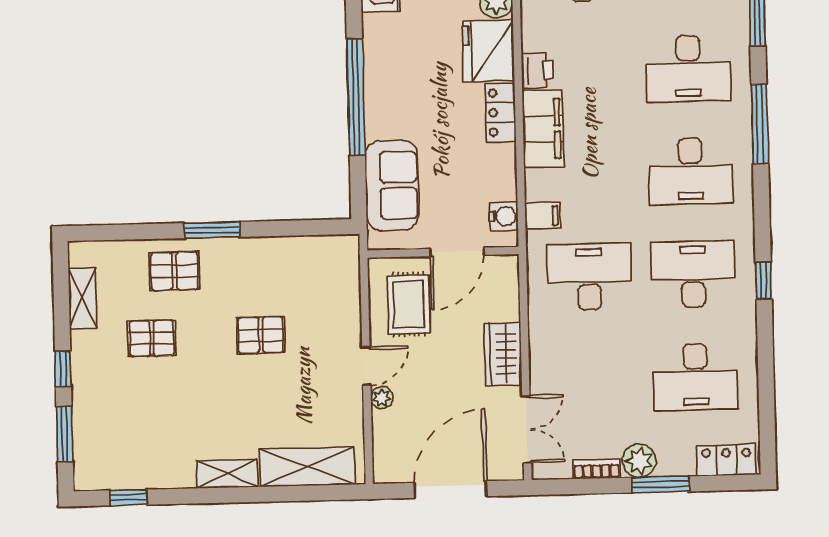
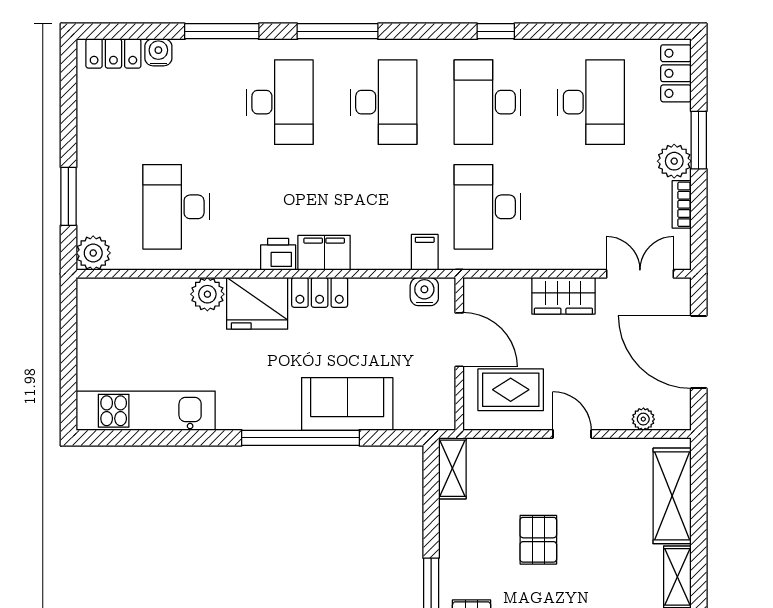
filing cabinet: (543, 129) -> (324, 253), width x0.67, depth x0.86
sofa: (392, 185) -> (347, 404), moved
shelving: (330, 248) -> (452, 468), added
plant: (382, 398) -> (643, 419), moved

